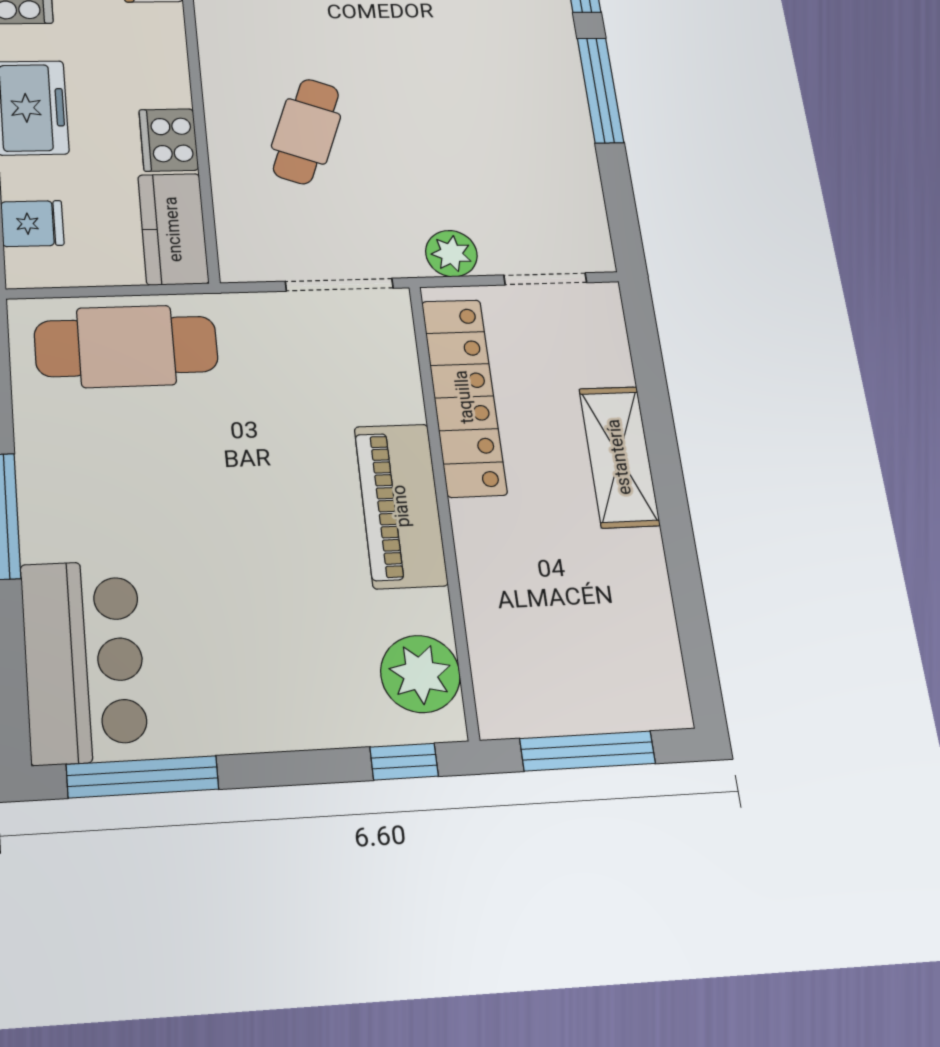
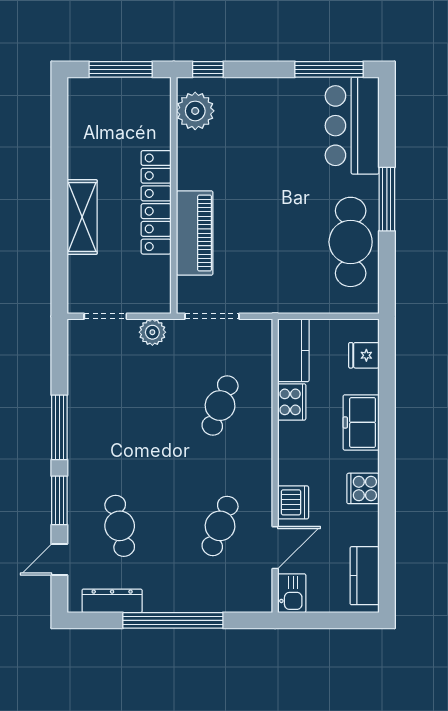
cafe table: (126, 346) -> (351, 242), moved, turned 90
locker: (464, 397) -> (156, 202), moved
piano: (401, 506) -> (195, 233), moved

